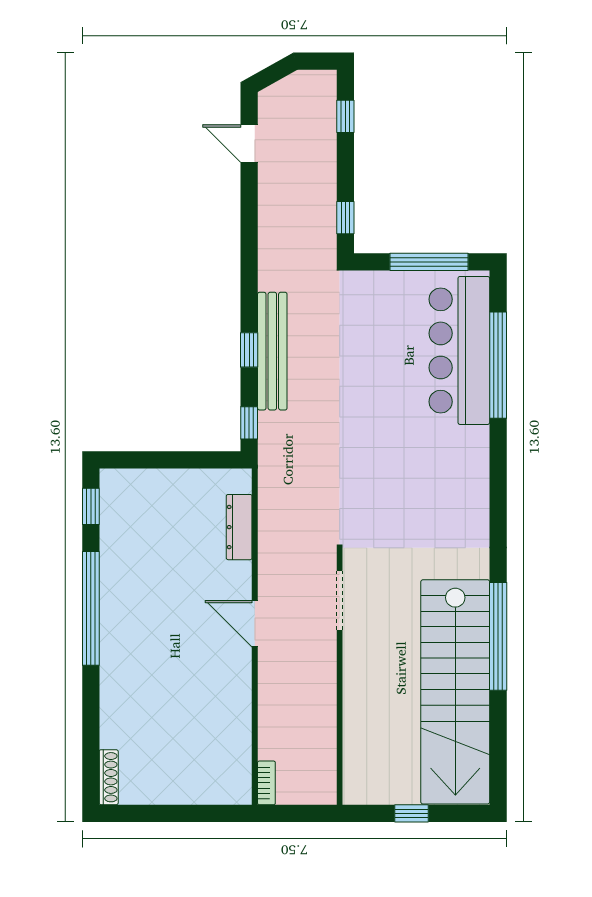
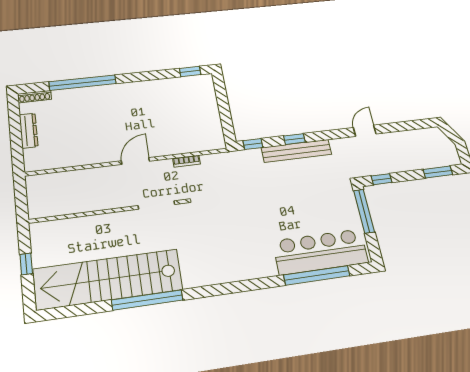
window: (345, 116) -> (438, 172), width x1.50
door: (249, 144) -> (365, 131), moved
window: (429, 262) -> (364, 211), moved
dresser: (239, 527) -> (29, 131), moved, turned 90
window: (91, 608) -> (83, 83), moved
bookcase: (266, 783) -> (187, 161), moved

